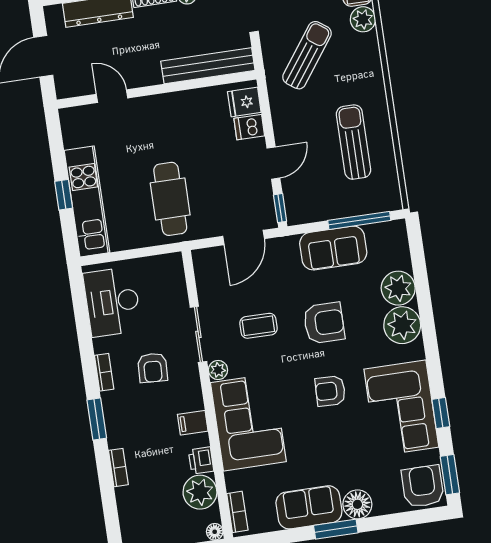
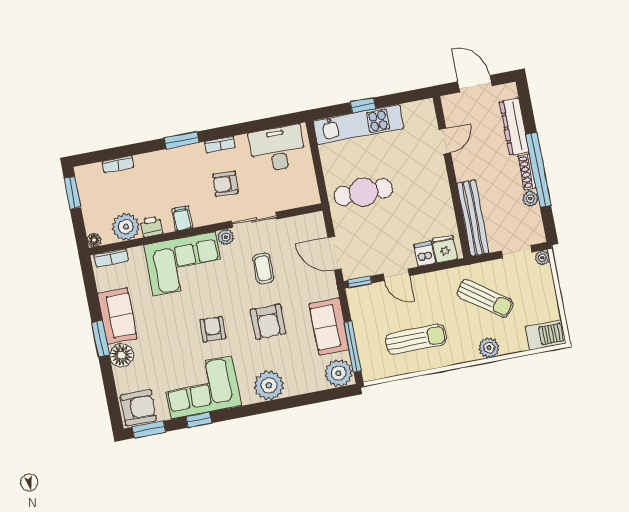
plant: (363, 19) -> (489, 348), moved
plant: (398, 288) -> (339, 373), moved
bookcase: (118, 468) -> (118, 164), moved

